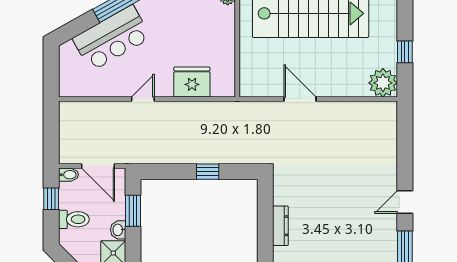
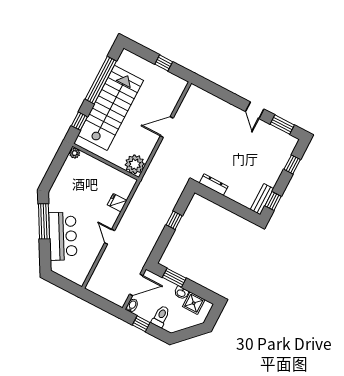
fridge: (192, 82) -> (117, 203), width x0.53, depth x0.75
plant: (383, 83) -> (135, 164), moved
door: (300, 99) -> (167, 127), moved
dresser: (280, 226) -> (214, 185), moved

